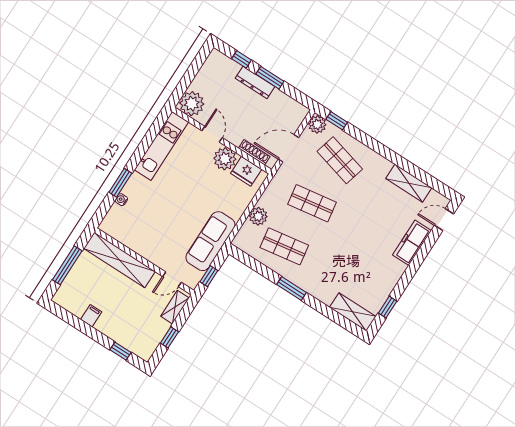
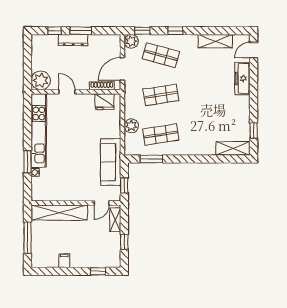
window: (373, 144) -> (175, 31), added
kitchen unit: (161, 146) -> (39, 130), width x1.36
plant: (225, 159) -> (85, 102), removed
window: (291, 289) -> (151, 159), moved

